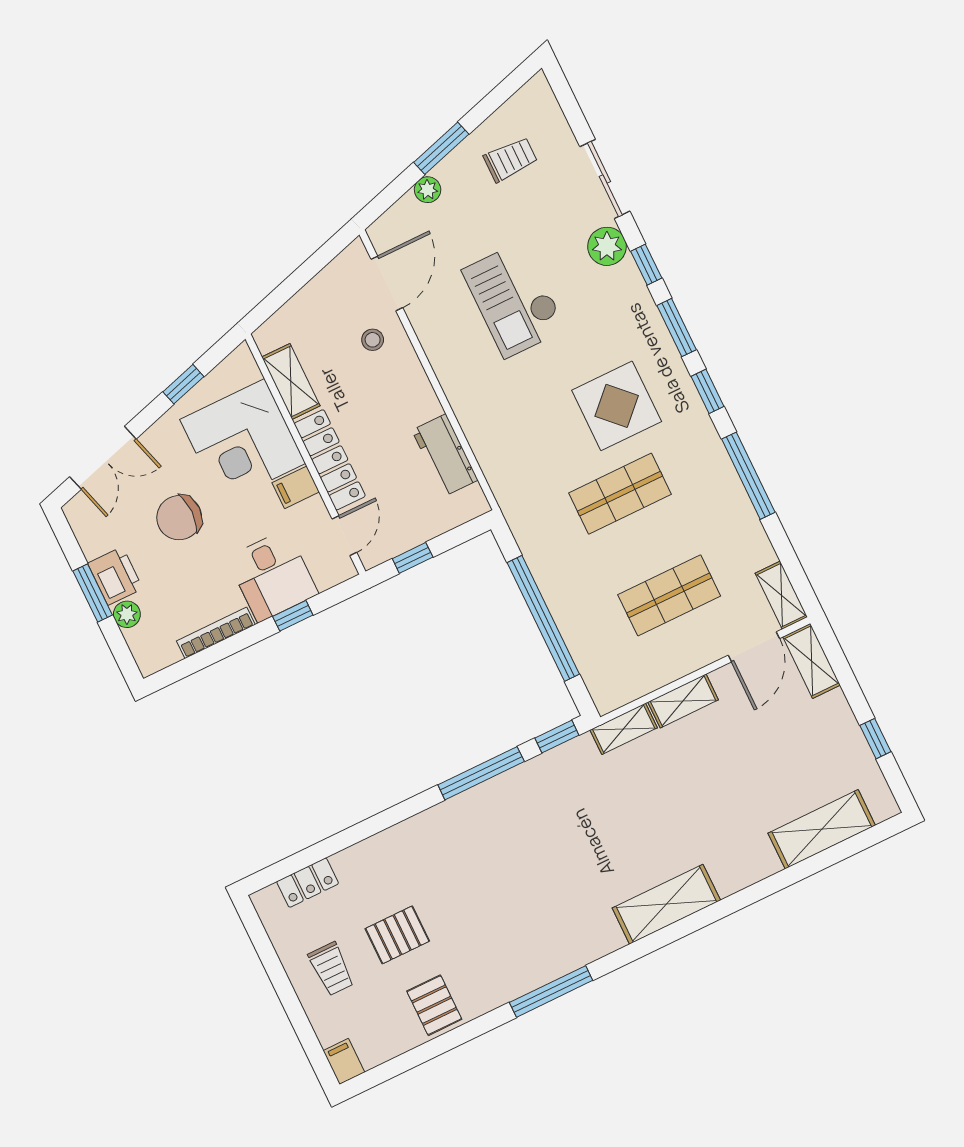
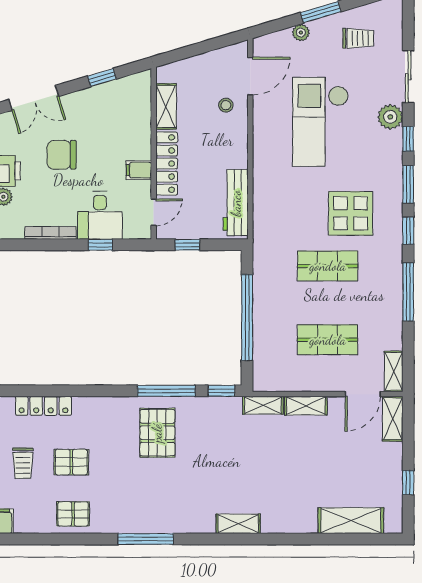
checkout: (514, 300) -> (320, 122), width x1.36, depth x1.21
corner desk: (243, 441) -> (121, 128), removed
workbench: (445, 455) -> (236, 203), width x1.38
pallet: (496, 837) -> (157, 433), added
locker: (308, 883) -> (43, 406), width x1.53
shelving: (666, 904) -> (238, 524), width x0.67, depth x0.75
pallet: (434, 1005) -> (73, 514), turned 90

